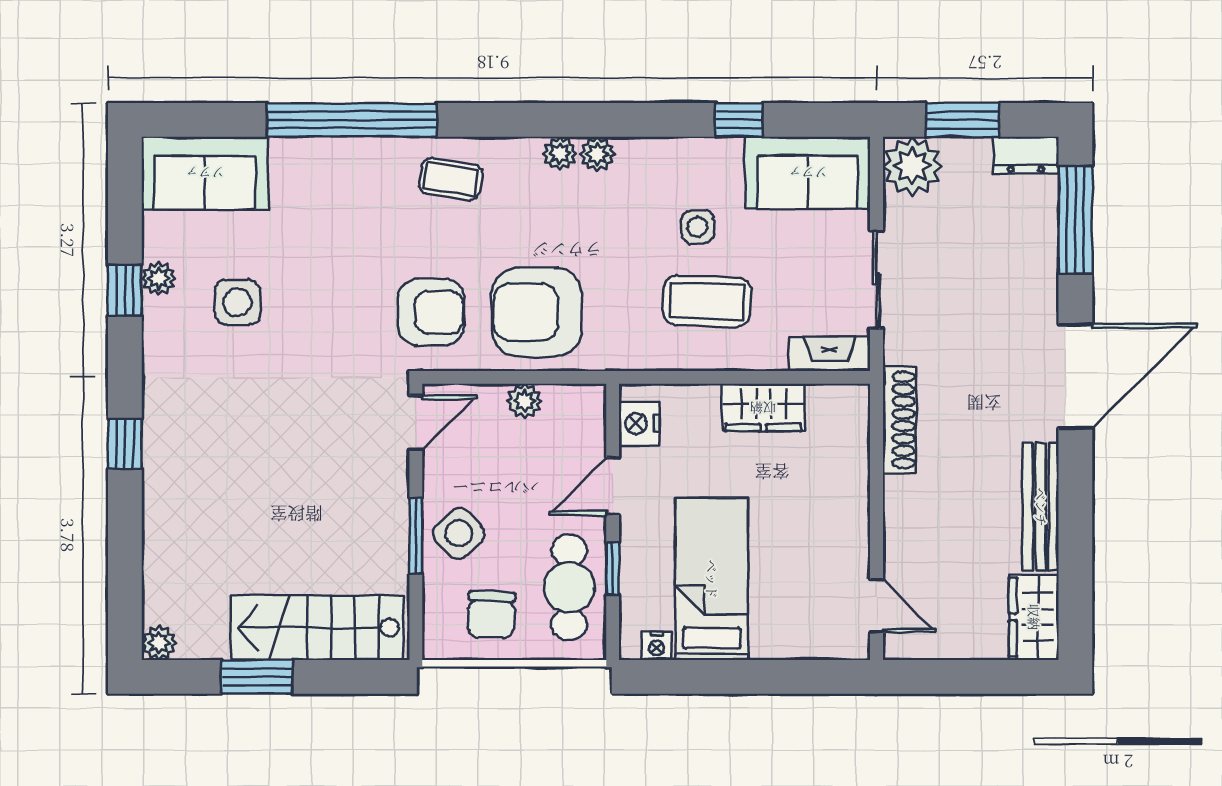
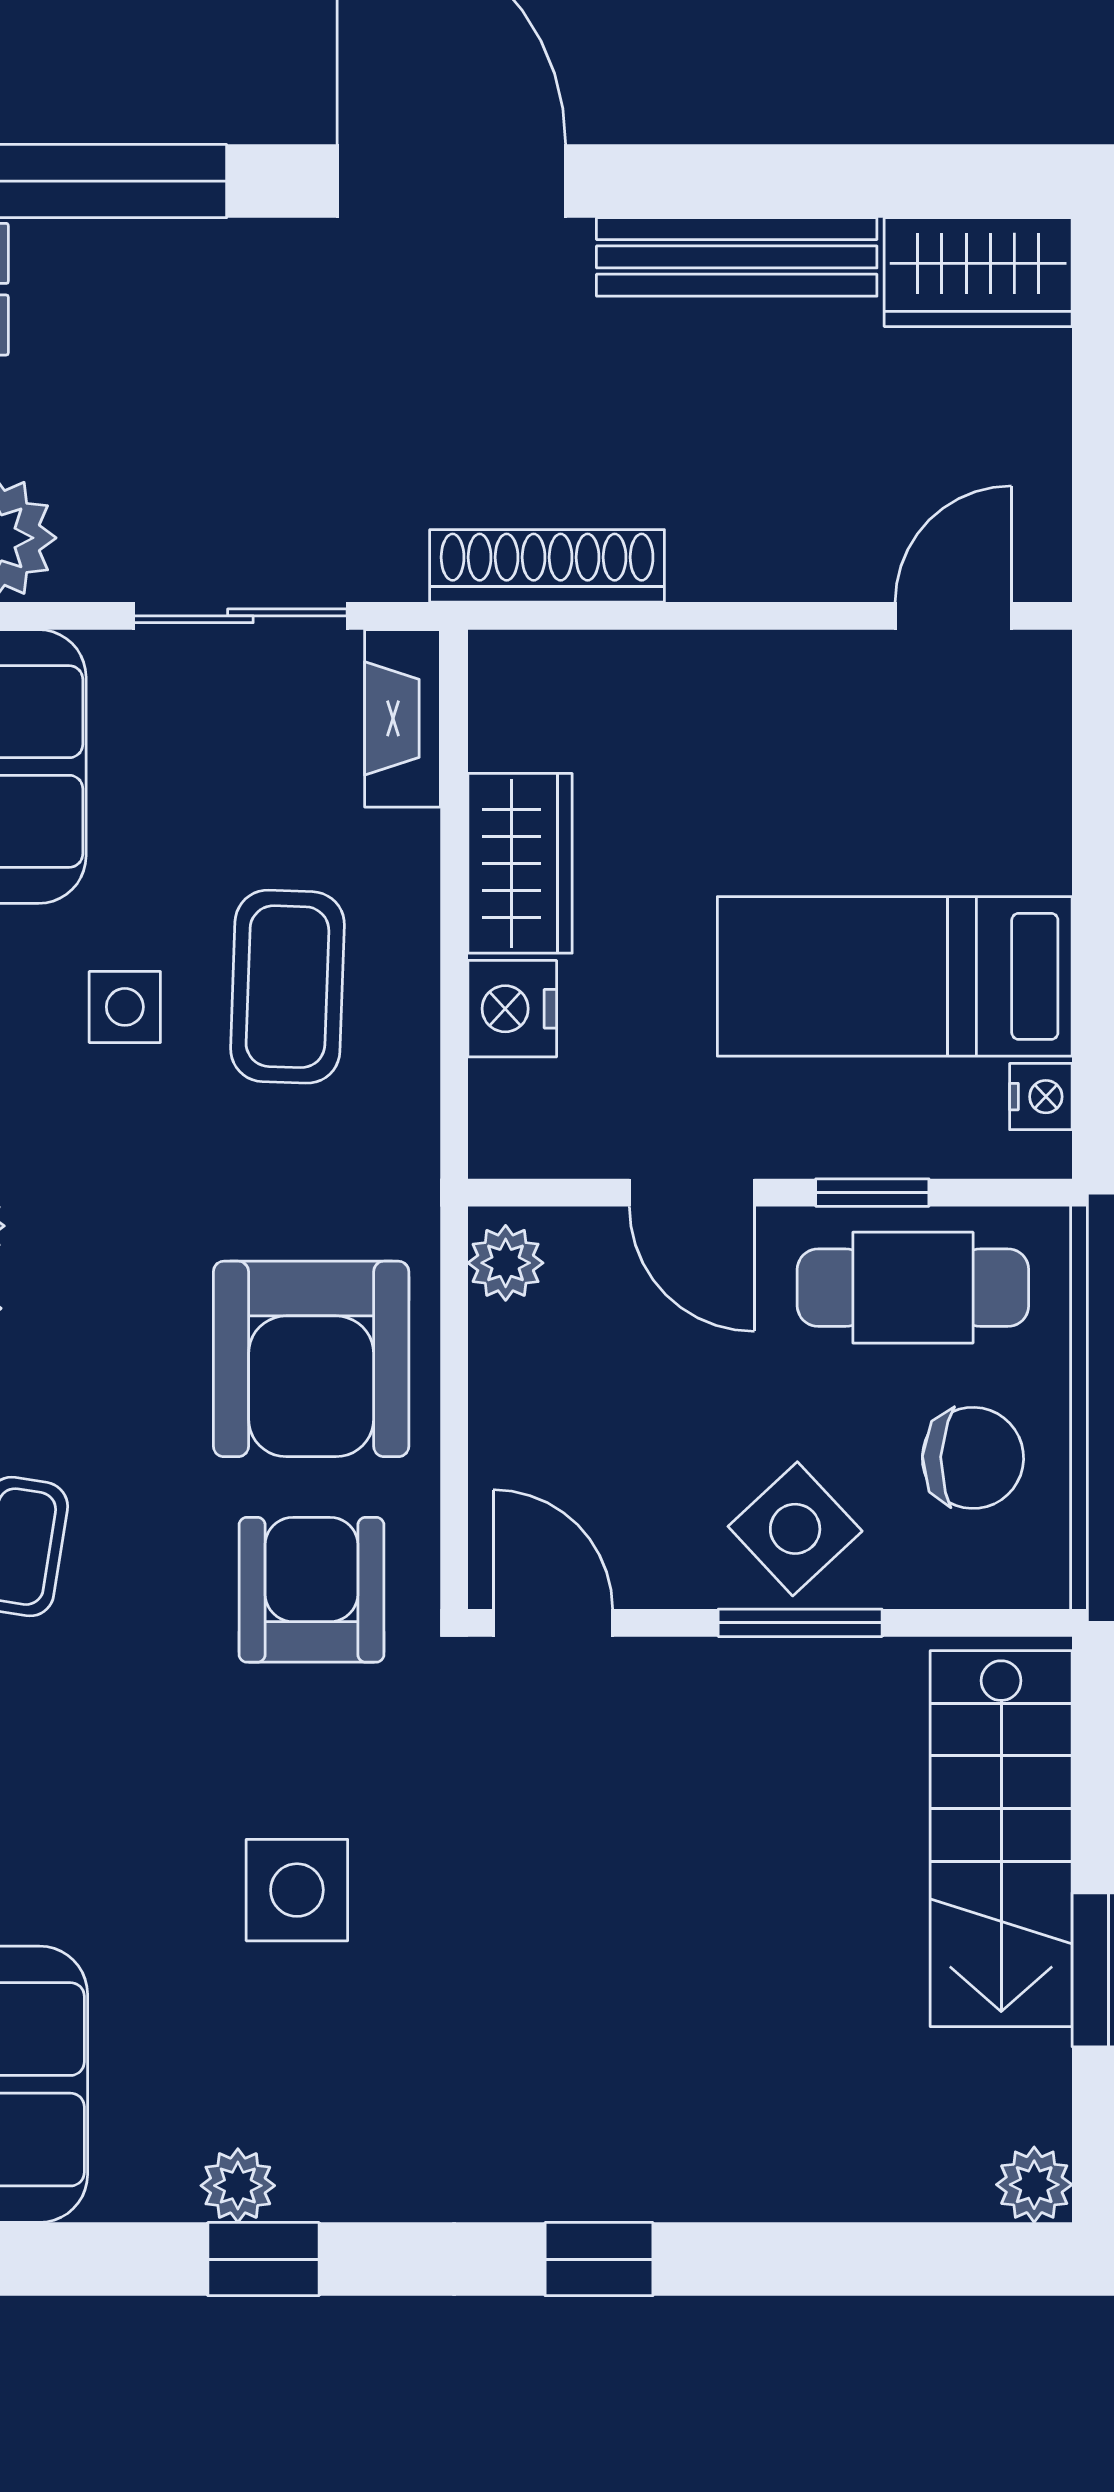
side table: (237, 302) -> (297, 1890), moved
plant: (525, 401) -> (506, 1263), moved
nightstand: (639, 424) -> (512, 1009), moved, turned 90

